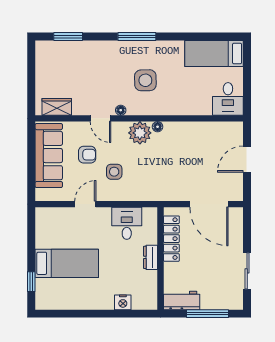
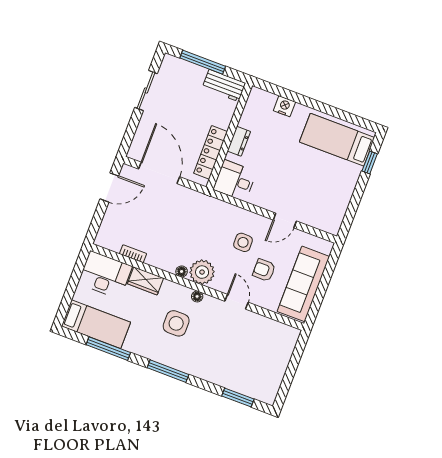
window: (195, 37) -> (108, 349), added
desk: (228, 99) -> (105, 275), width x1.37
wardrobe: (57, 107) -> (146, 281), moved
floor lamp: (121, 110) -> (197, 296), moved
bookcase: (205, 126) -> (133, 254), added
door: (247, 159) -> (109, 187), moved
desk: (127, 223) -> (235, 181), moved, turned 90
bed: (67, 263) -> (337, 140), moved

